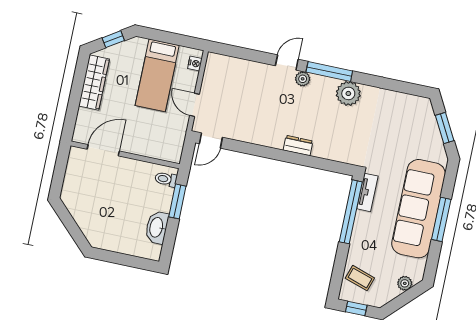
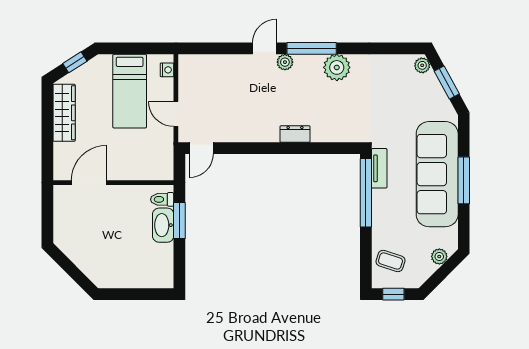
plant: (426, 108) -> (422, 65), added
washbasin: (157, 227) -> (163, 225), moved

